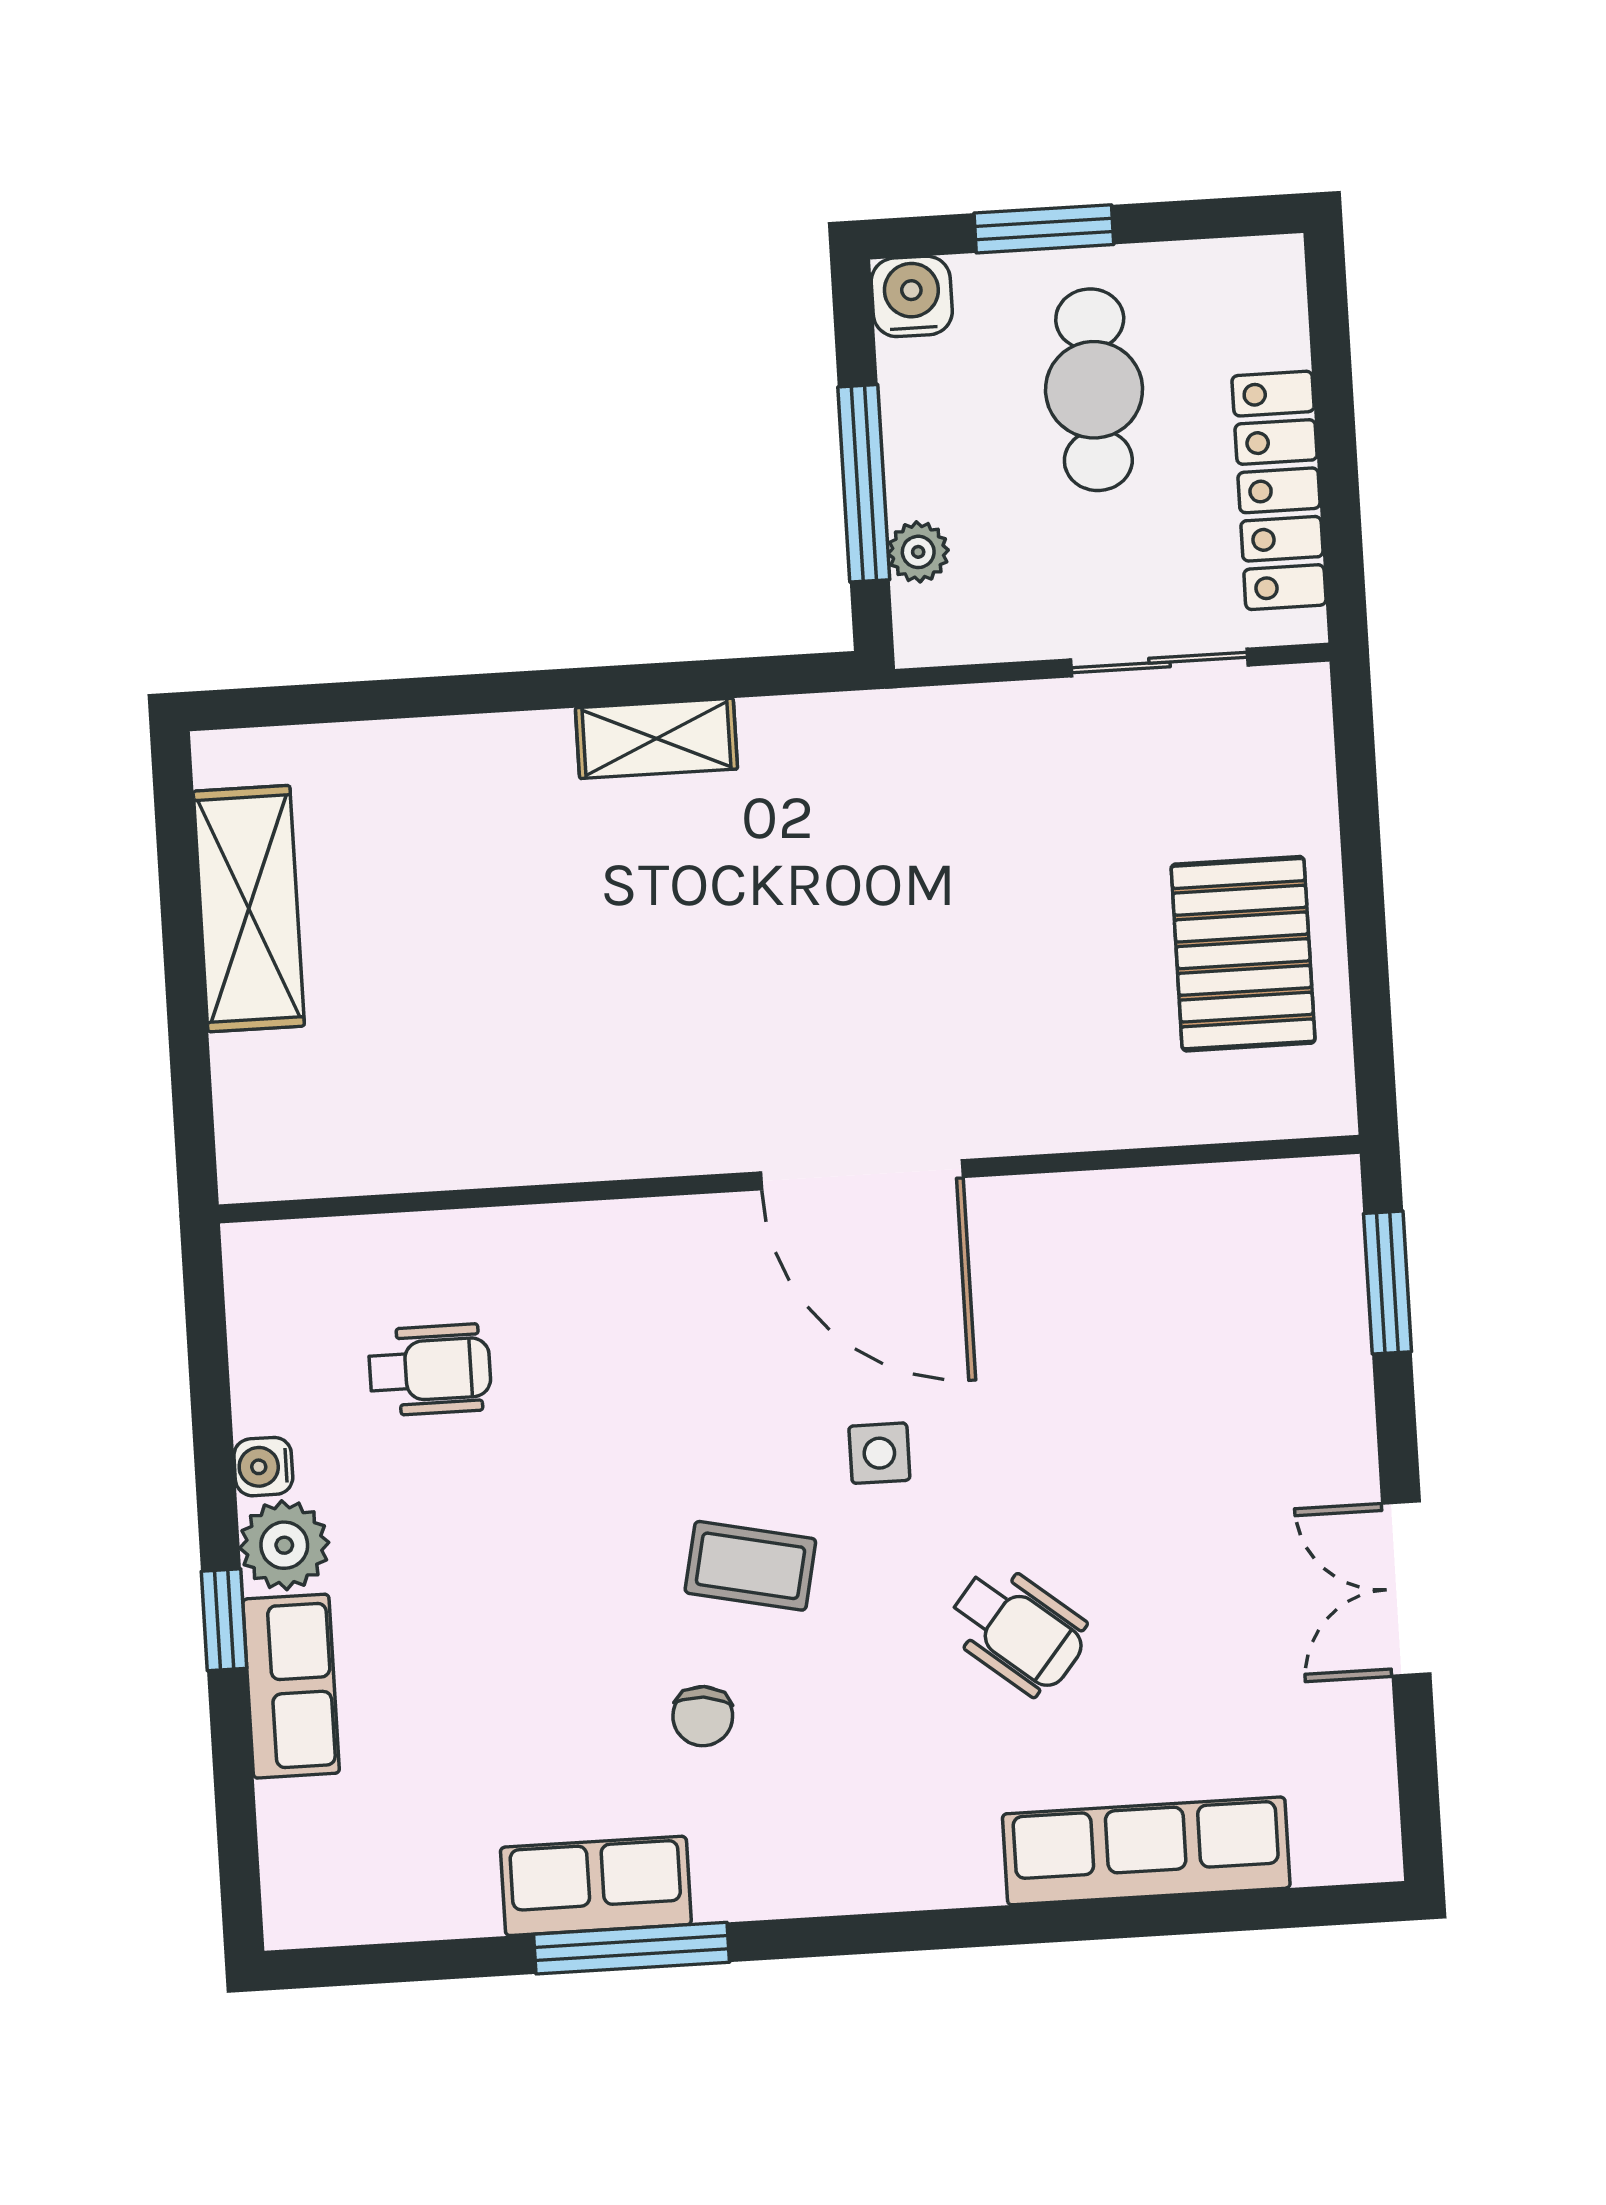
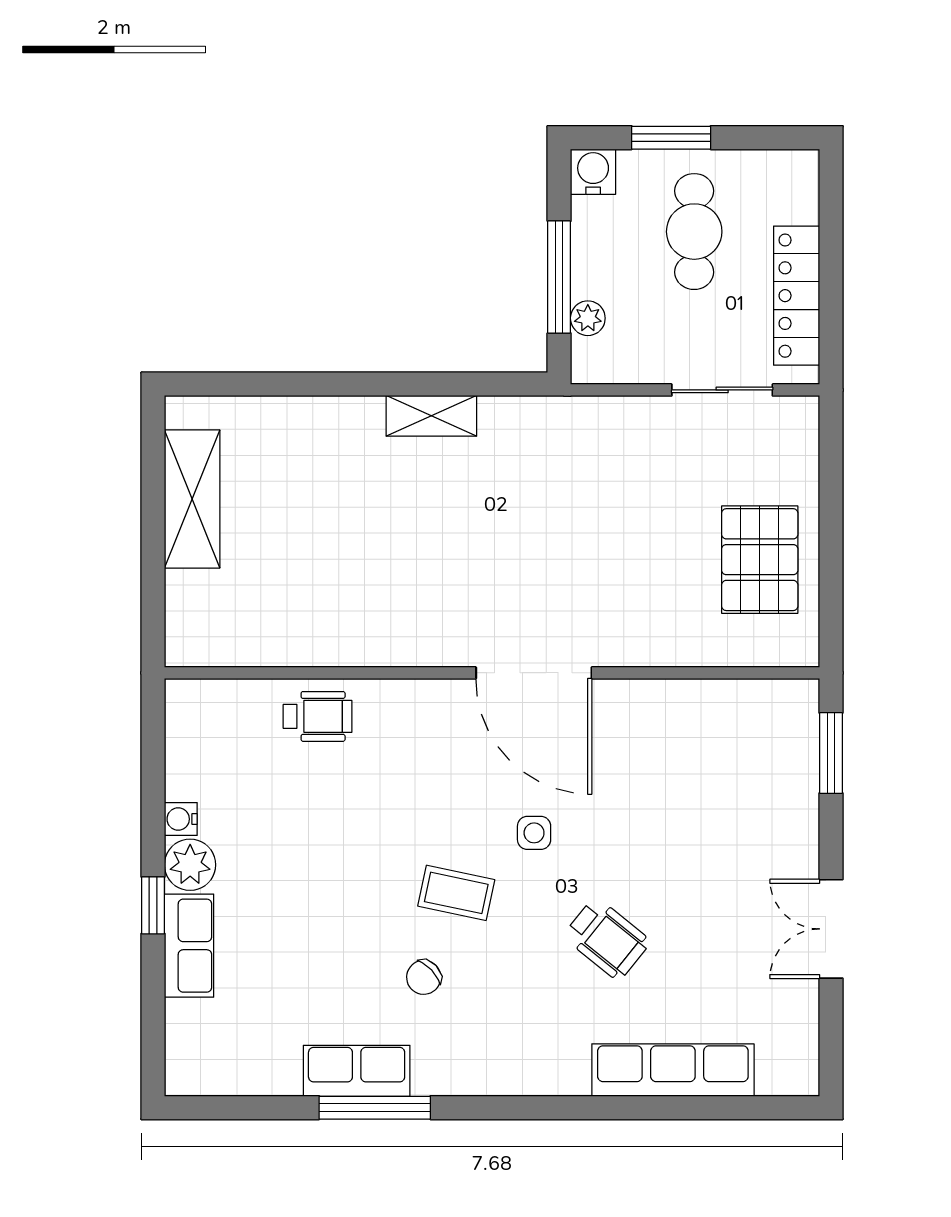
wheelchair: (430, 1370) -> (318, 716), moved
chair: (703, 1716) -> (424, 977), turned 41

